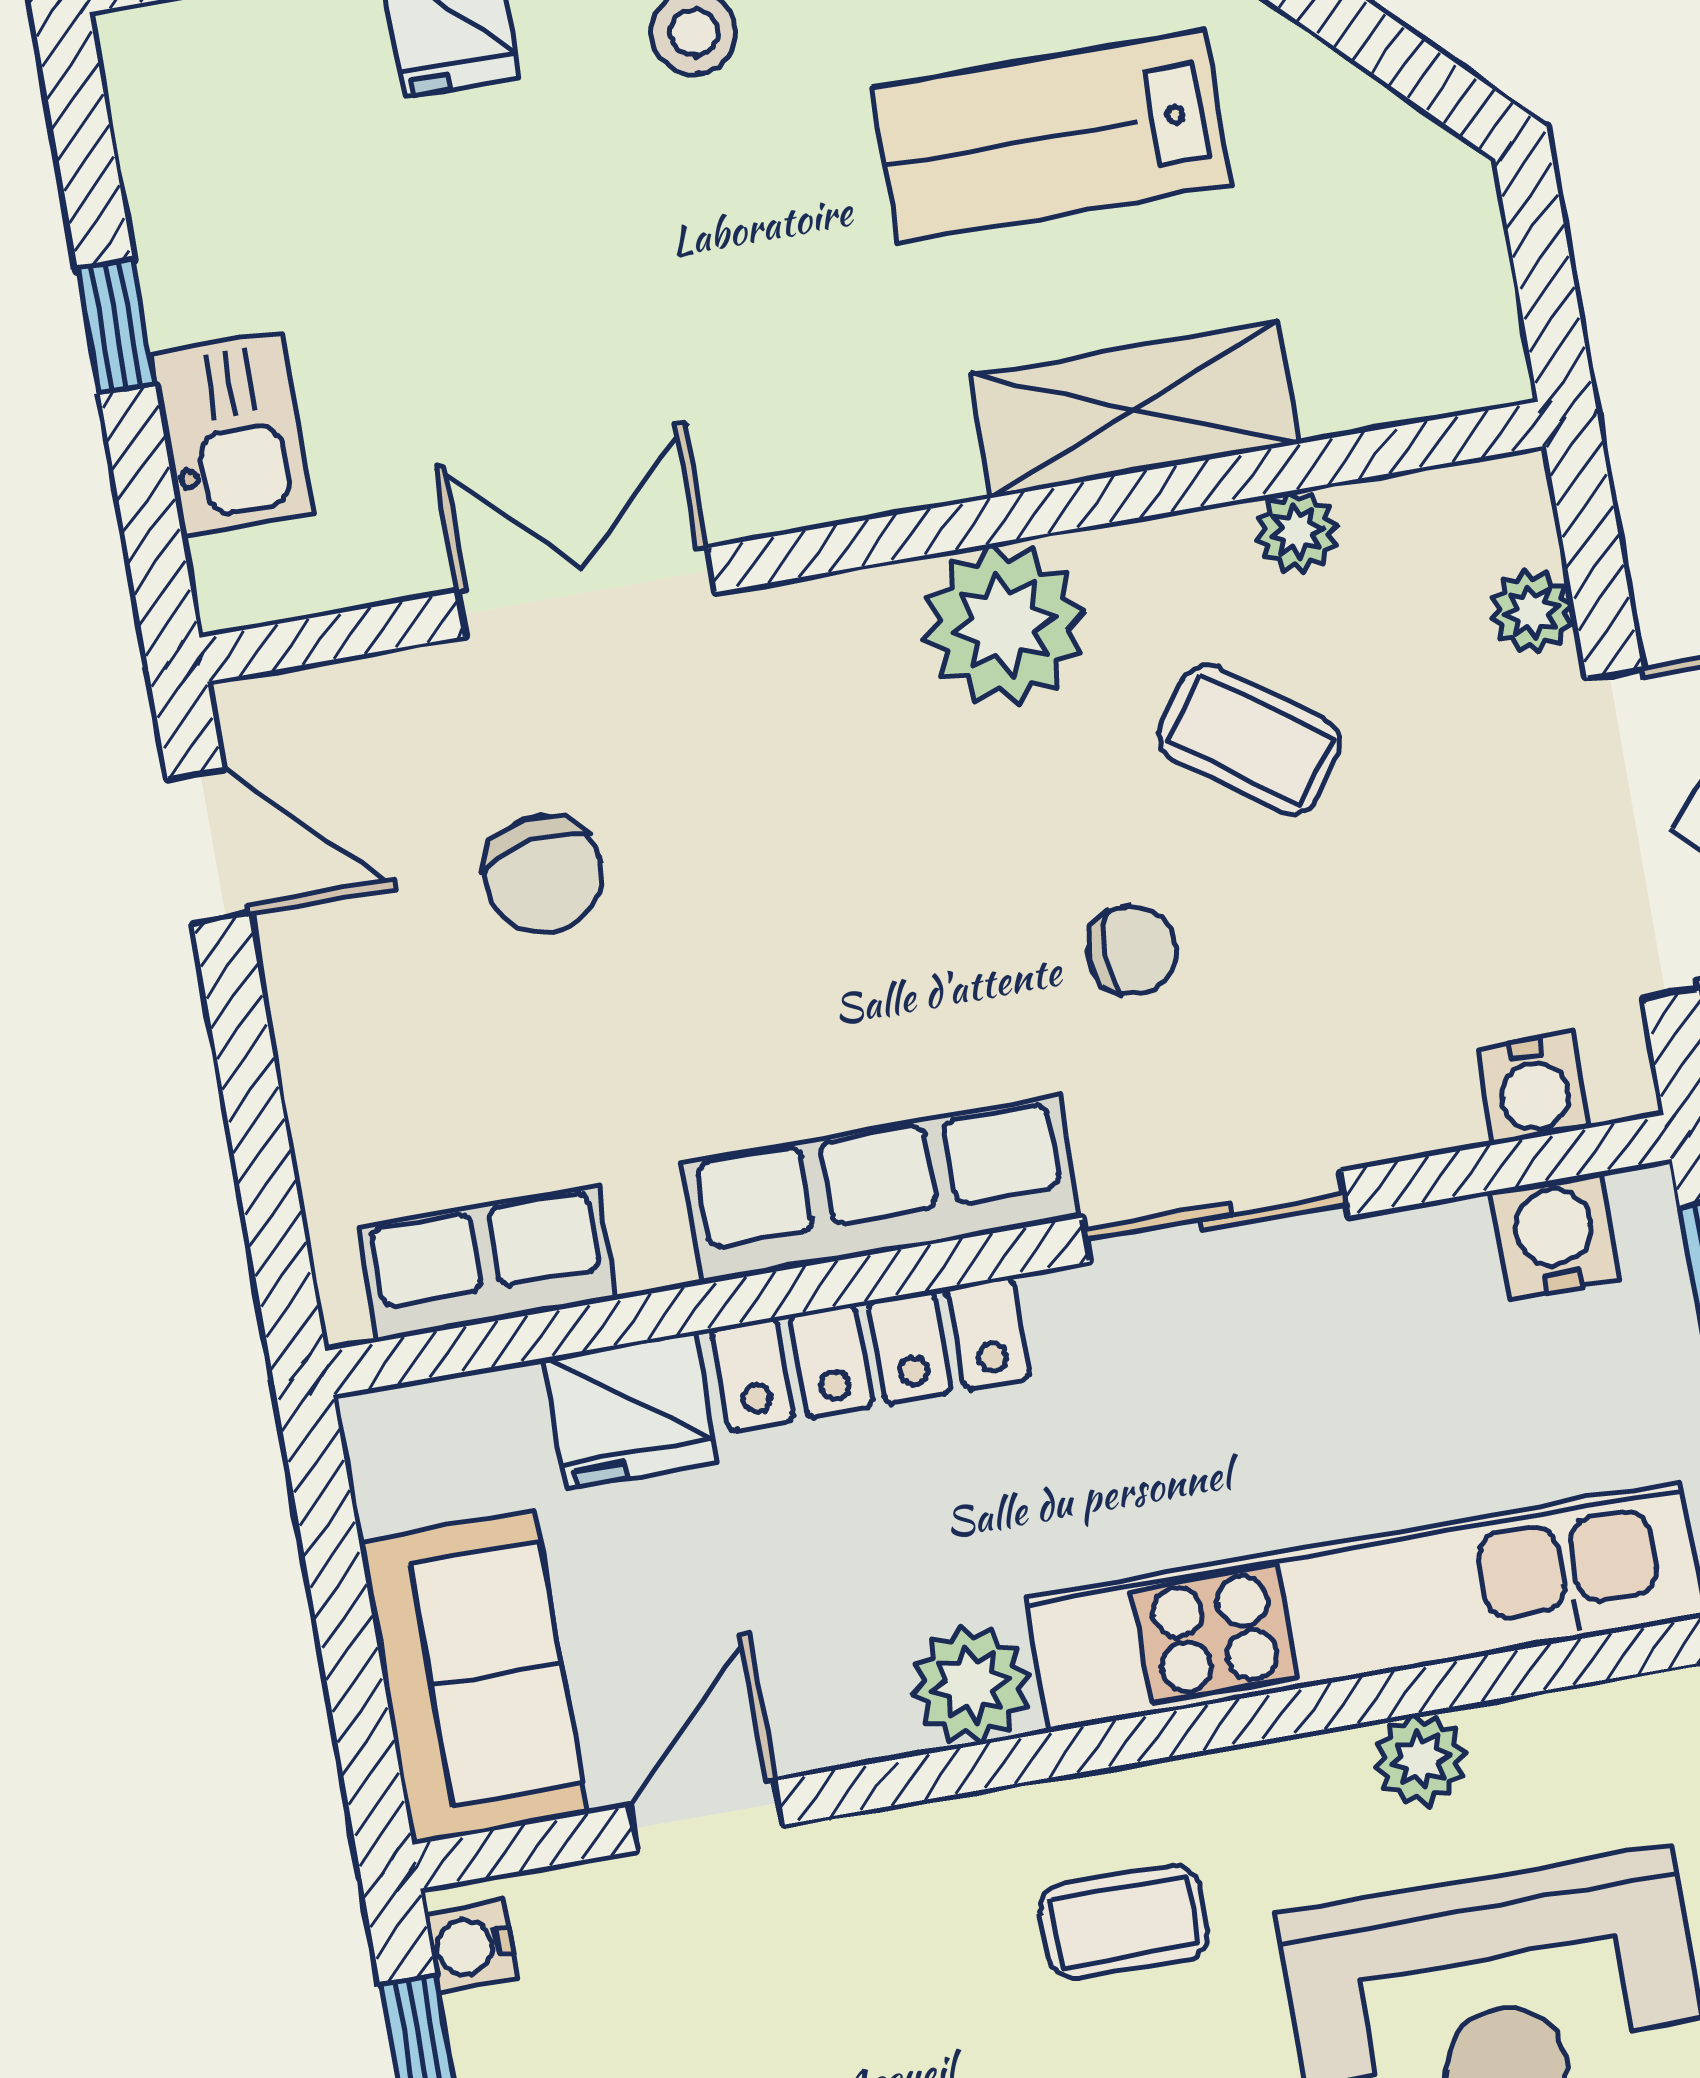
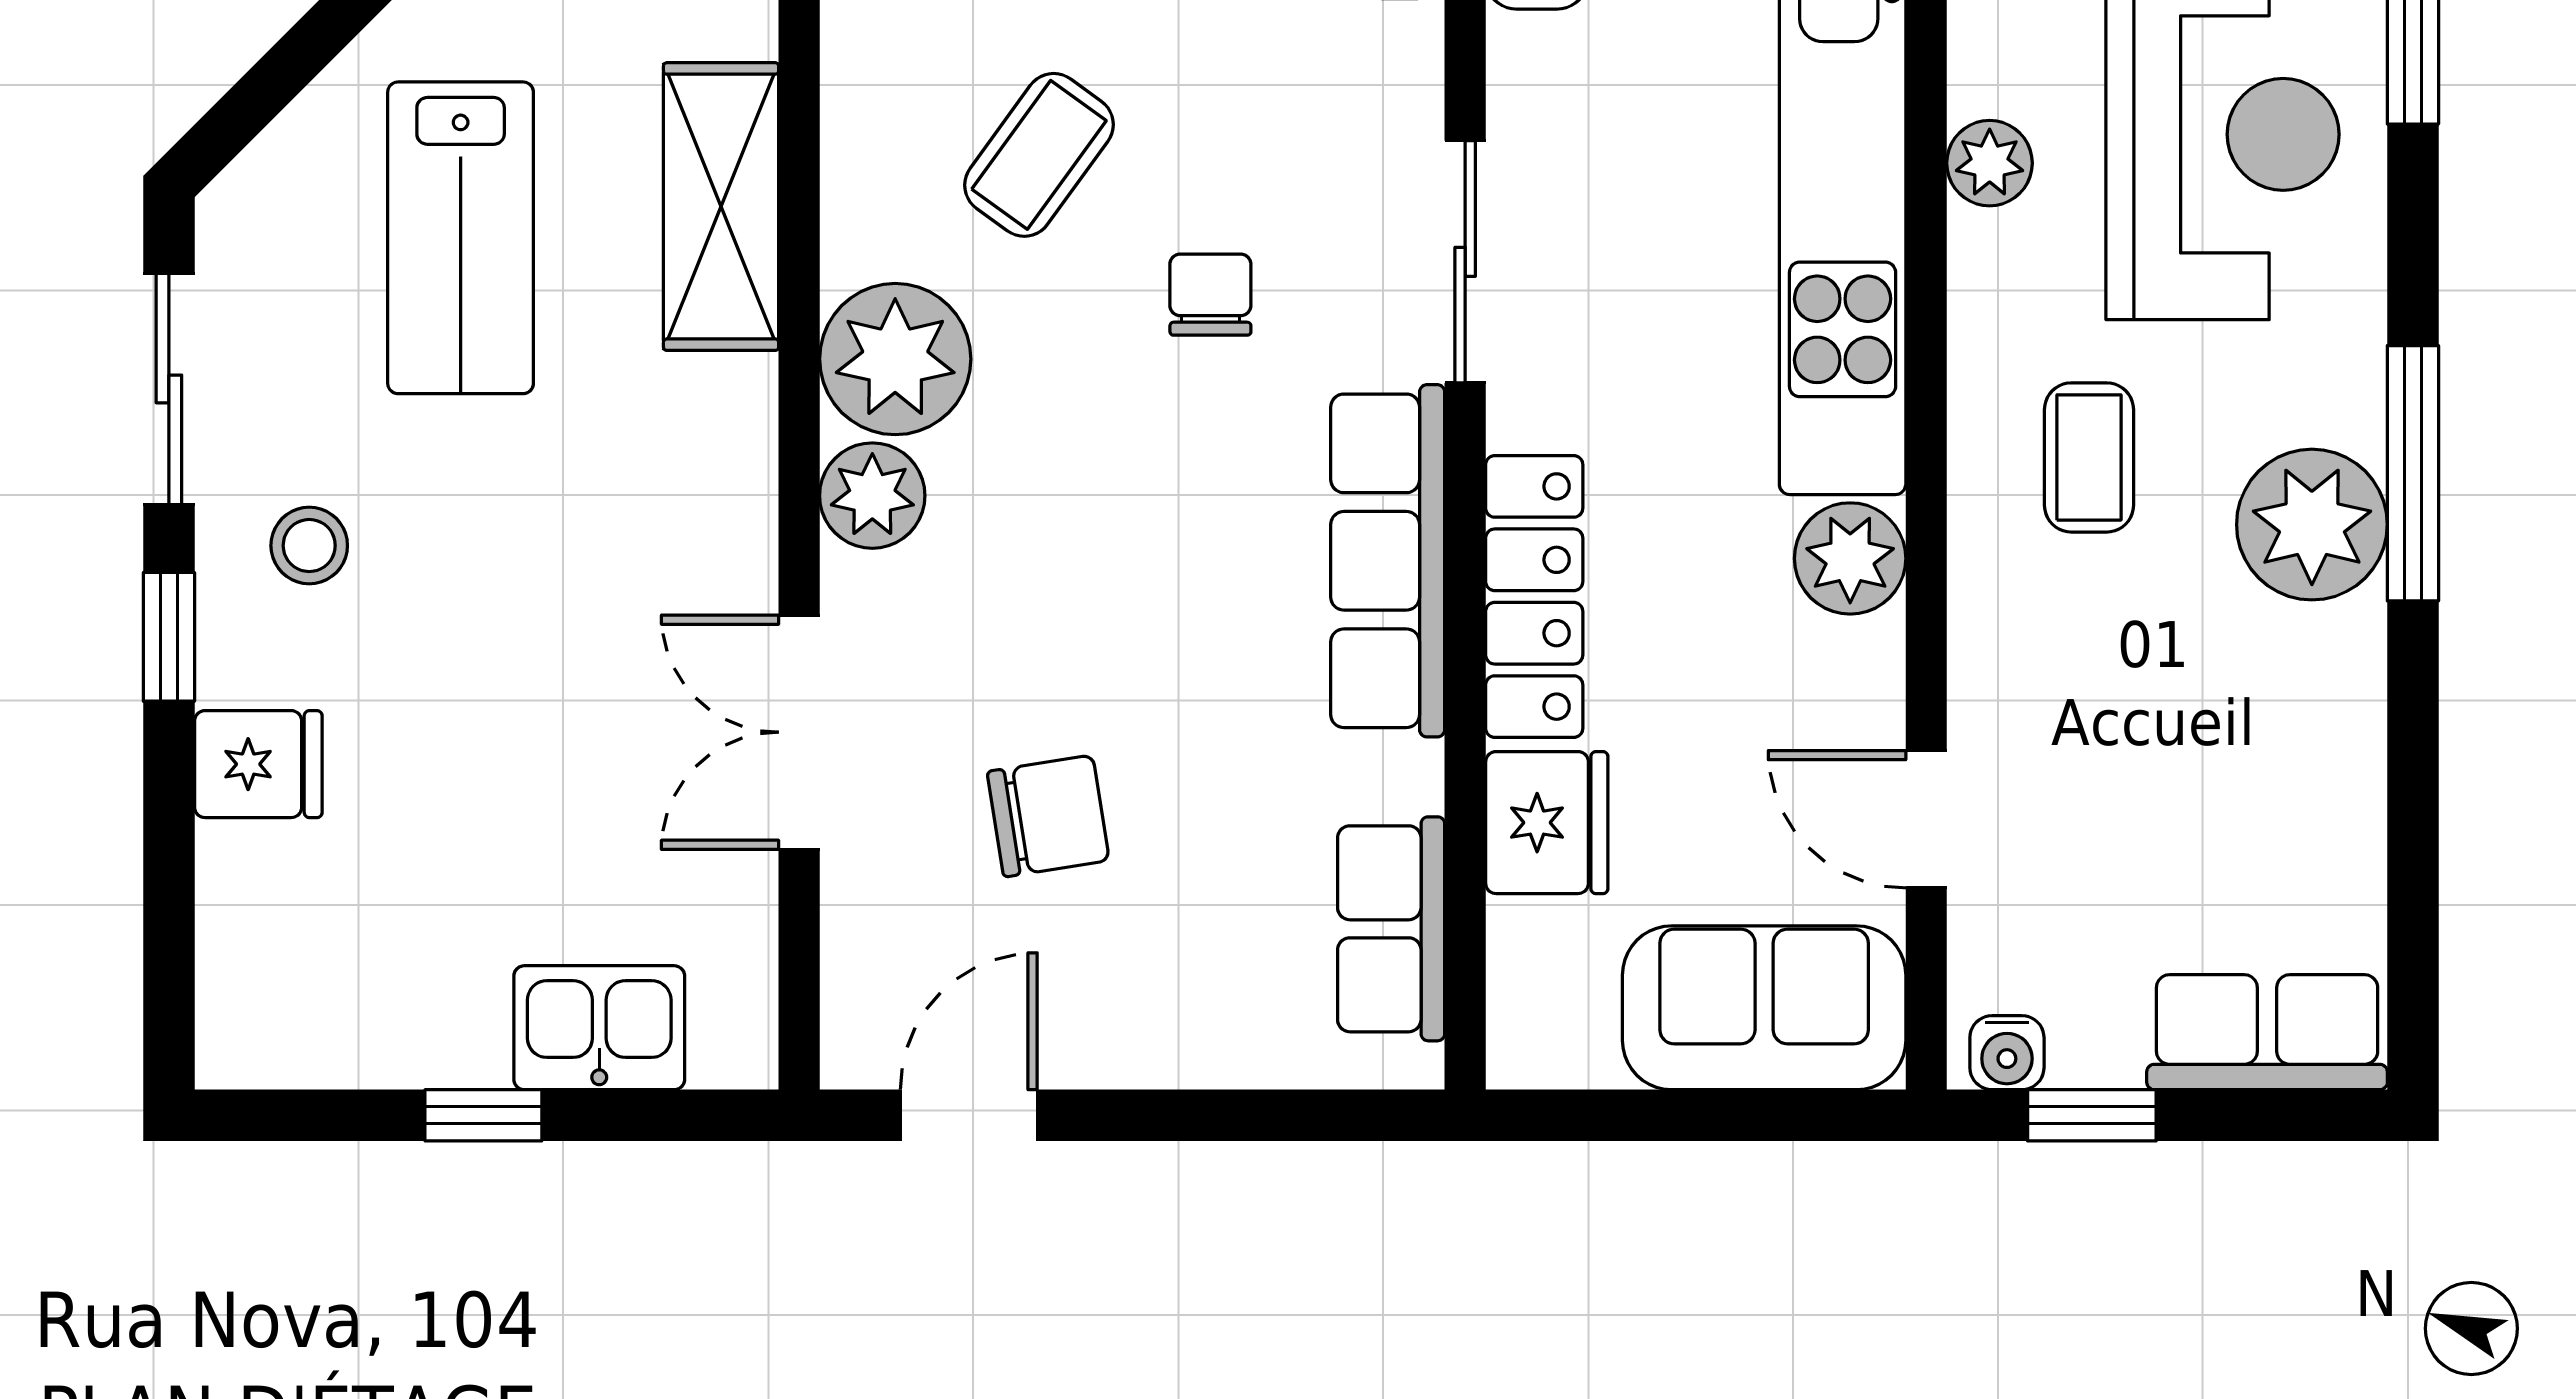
plant: (1297, 532) -> (872, 496), moved, width x1.38, depth x1.38

